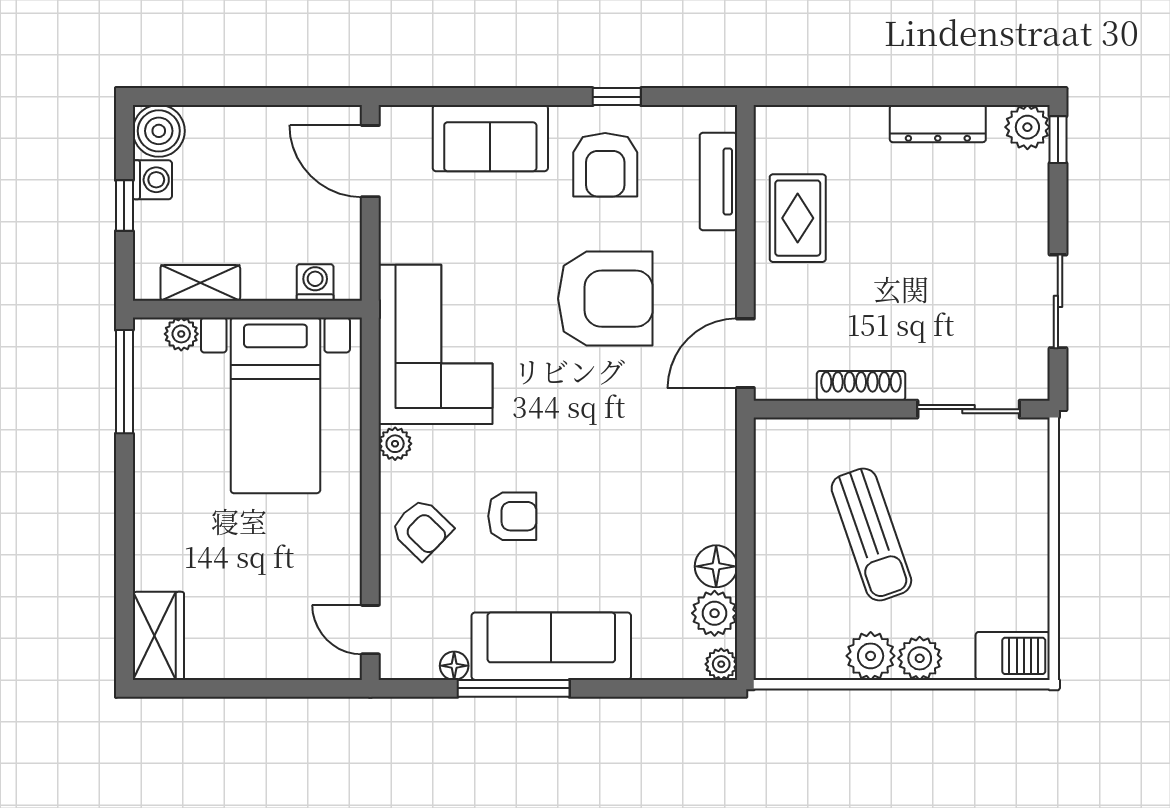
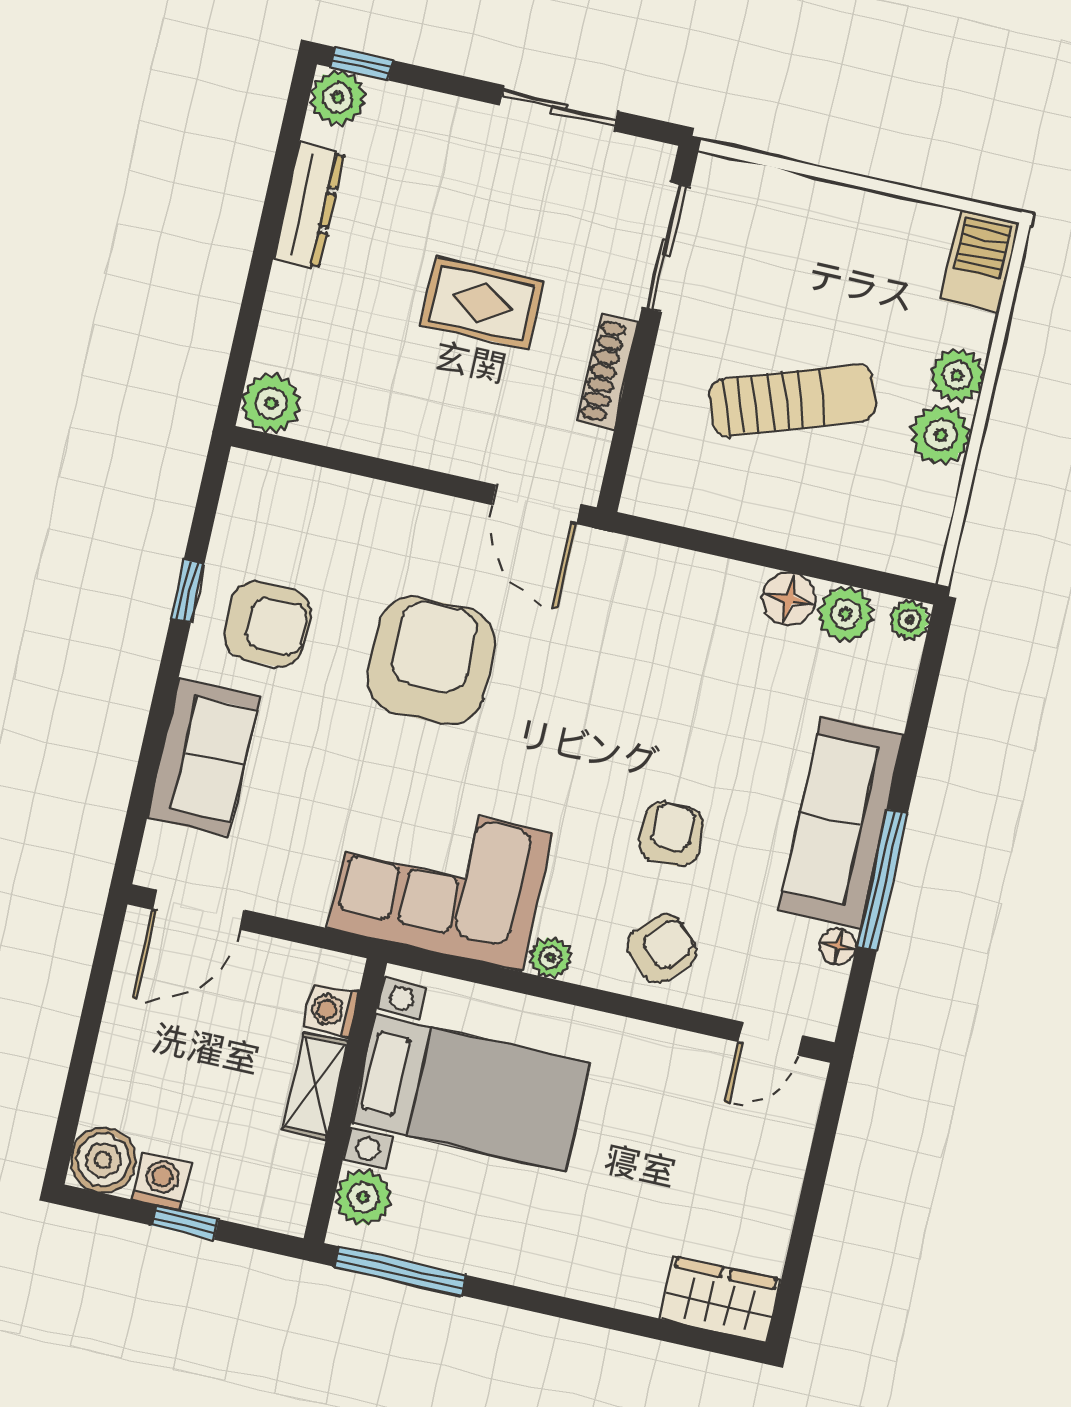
plant: (778, 129) -> (271, 403), added
tv unit: (718, 182) -> (319, 490), removed
rug: (798, 218) -> (482, 303), moved
shelving: (200, 283) -> (315, 1086), moved
plant: (181, 334) -> (363, 1198), width x1.38, depth x1.38

